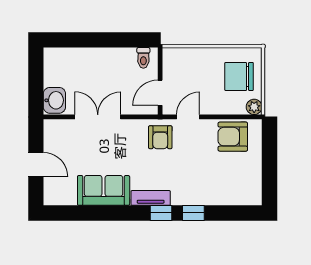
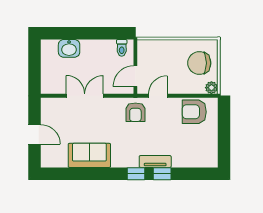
washbasin: (54, 100) -> (69, 48), moved, turned 90
tv unit: (151, 198) -> (155, 161), moved

